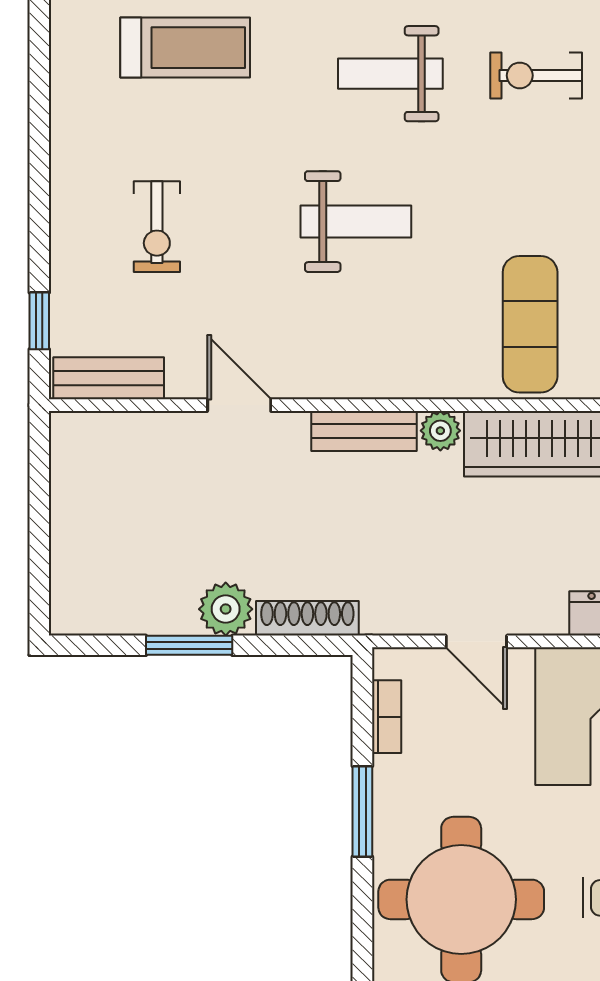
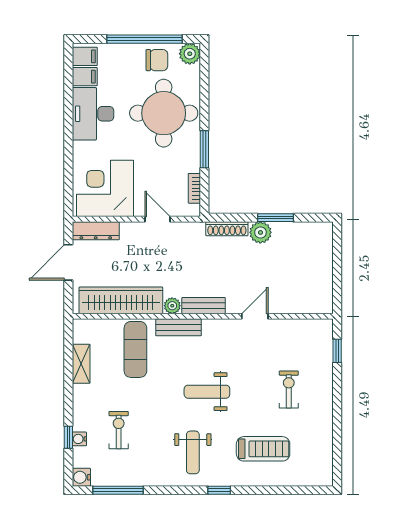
treadmill: (185, 48) -> (263, 449), moved, turned 180
weight bench: (390, 74) -> (193, 452), turned 90
exercise bike: (536, 75) -> (119, 430), moved, turned -90
bench: (109, 378) -> (179, 327), moved
door: (239, 405) -> (255, 316), swing flipped

